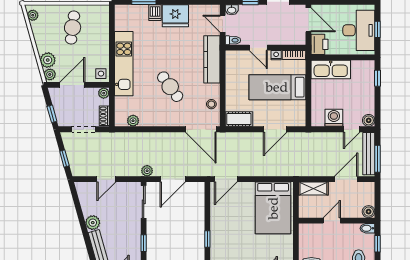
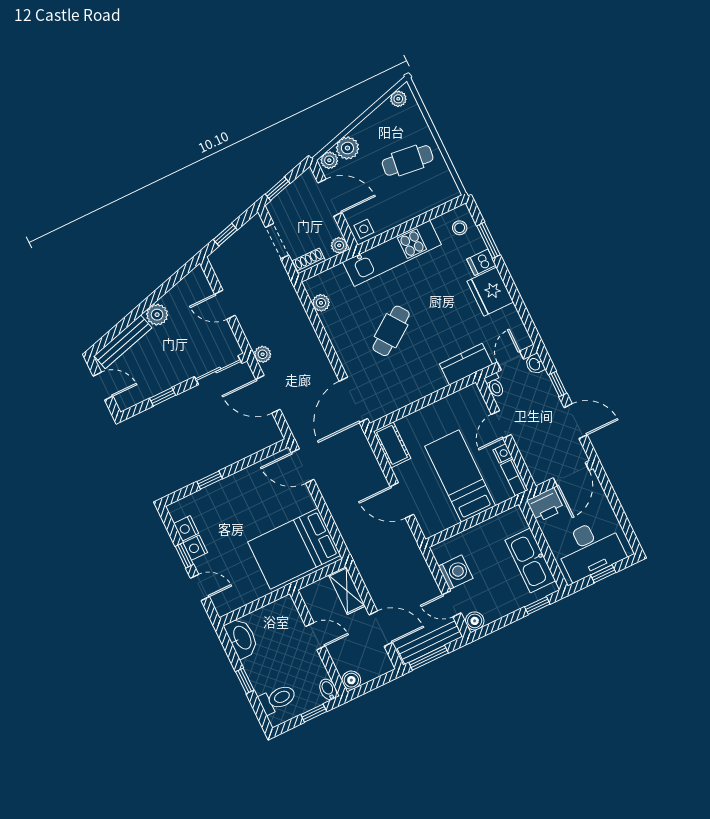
kitchen counter: (212, 59) -> (466, 364), width x0.67
kitchen sink: (331, 69) -> (530, 561), moved
stool: (211, 104) -> (460, 228), moved

